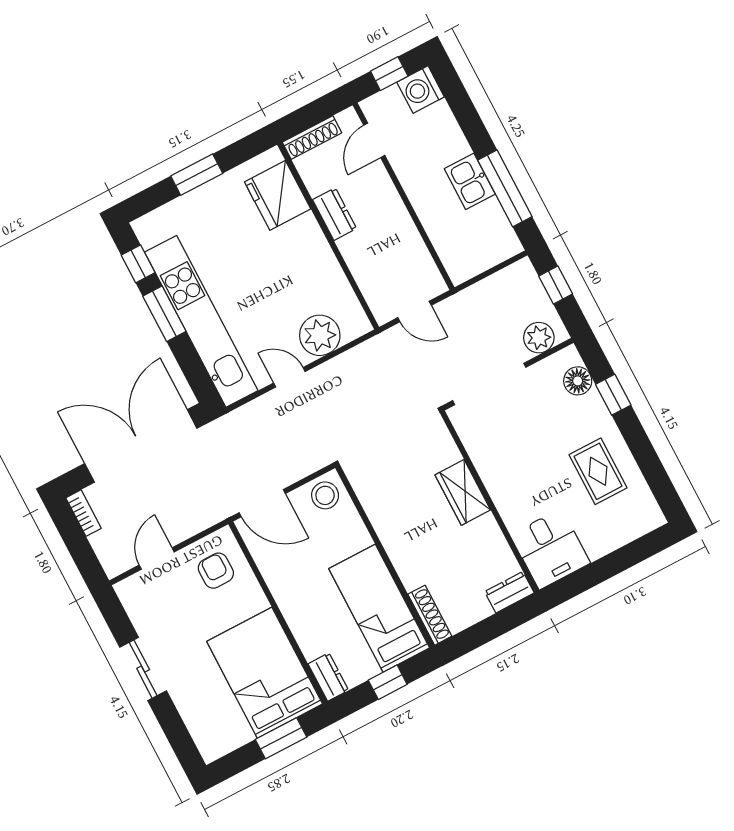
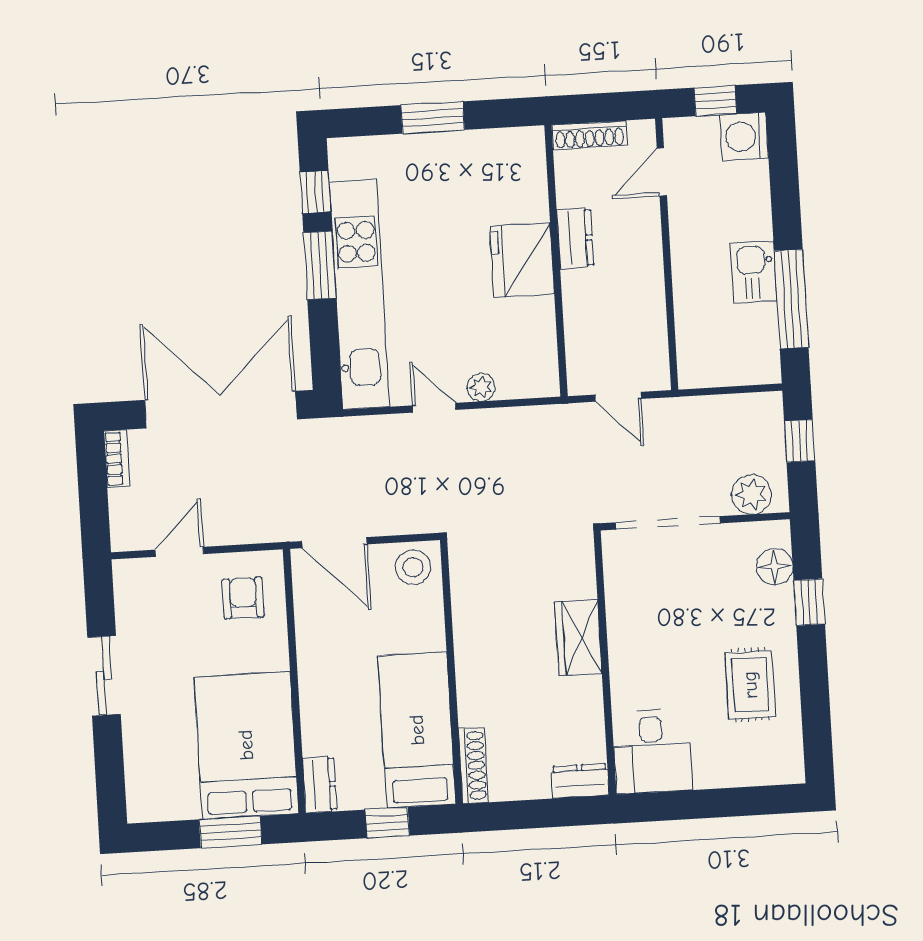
fridge: (278, 195) -> (522, 260), moved
plant: (320, 335) -> (481, 387), width x0.53, depth x0.53

